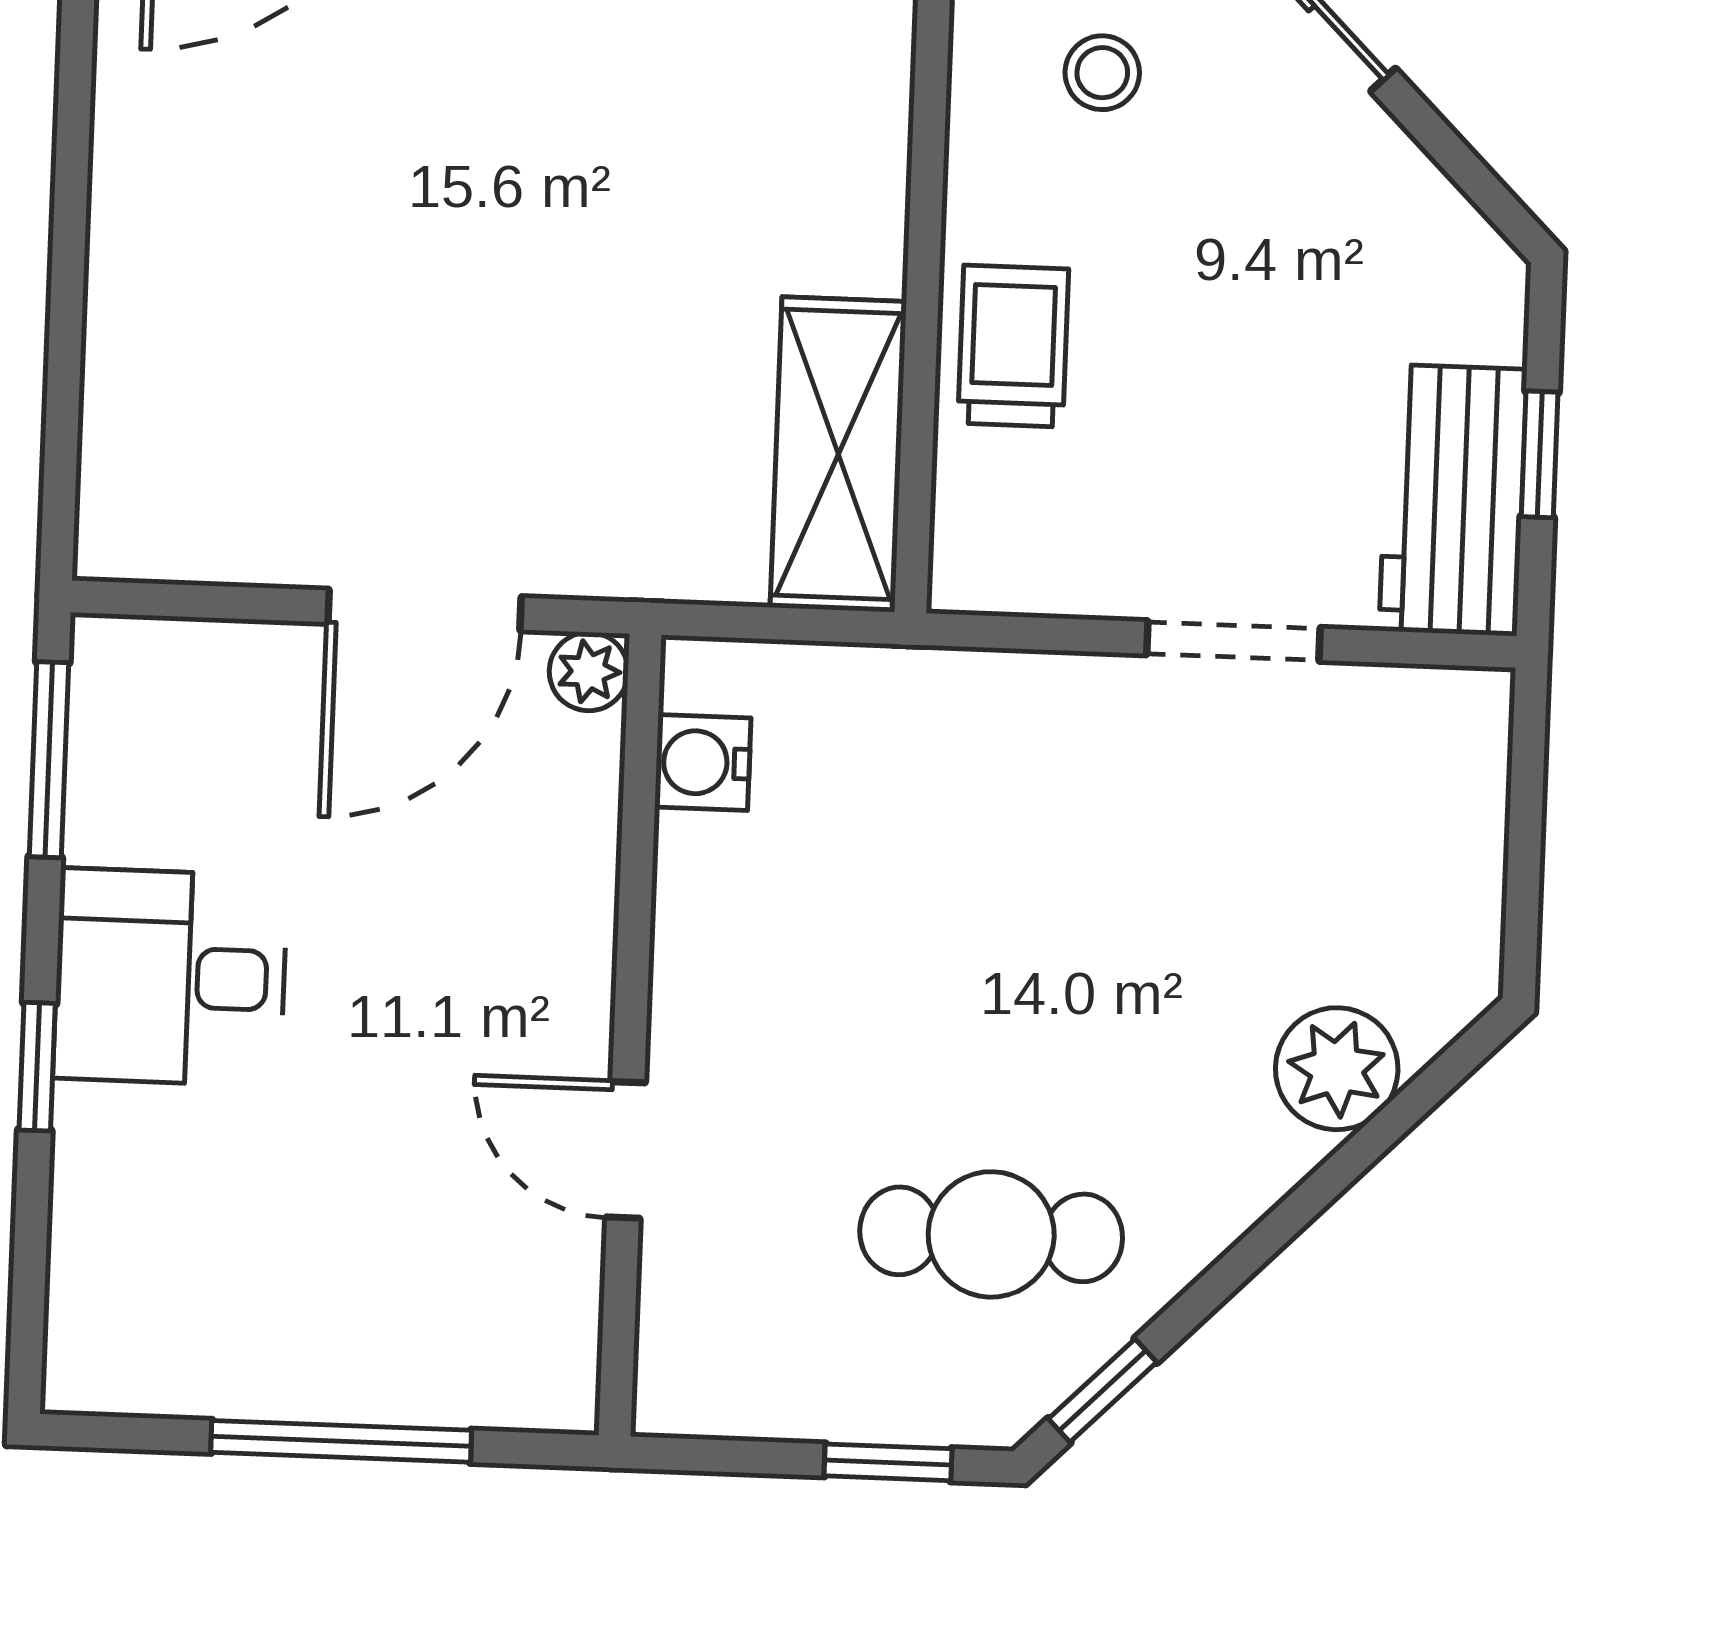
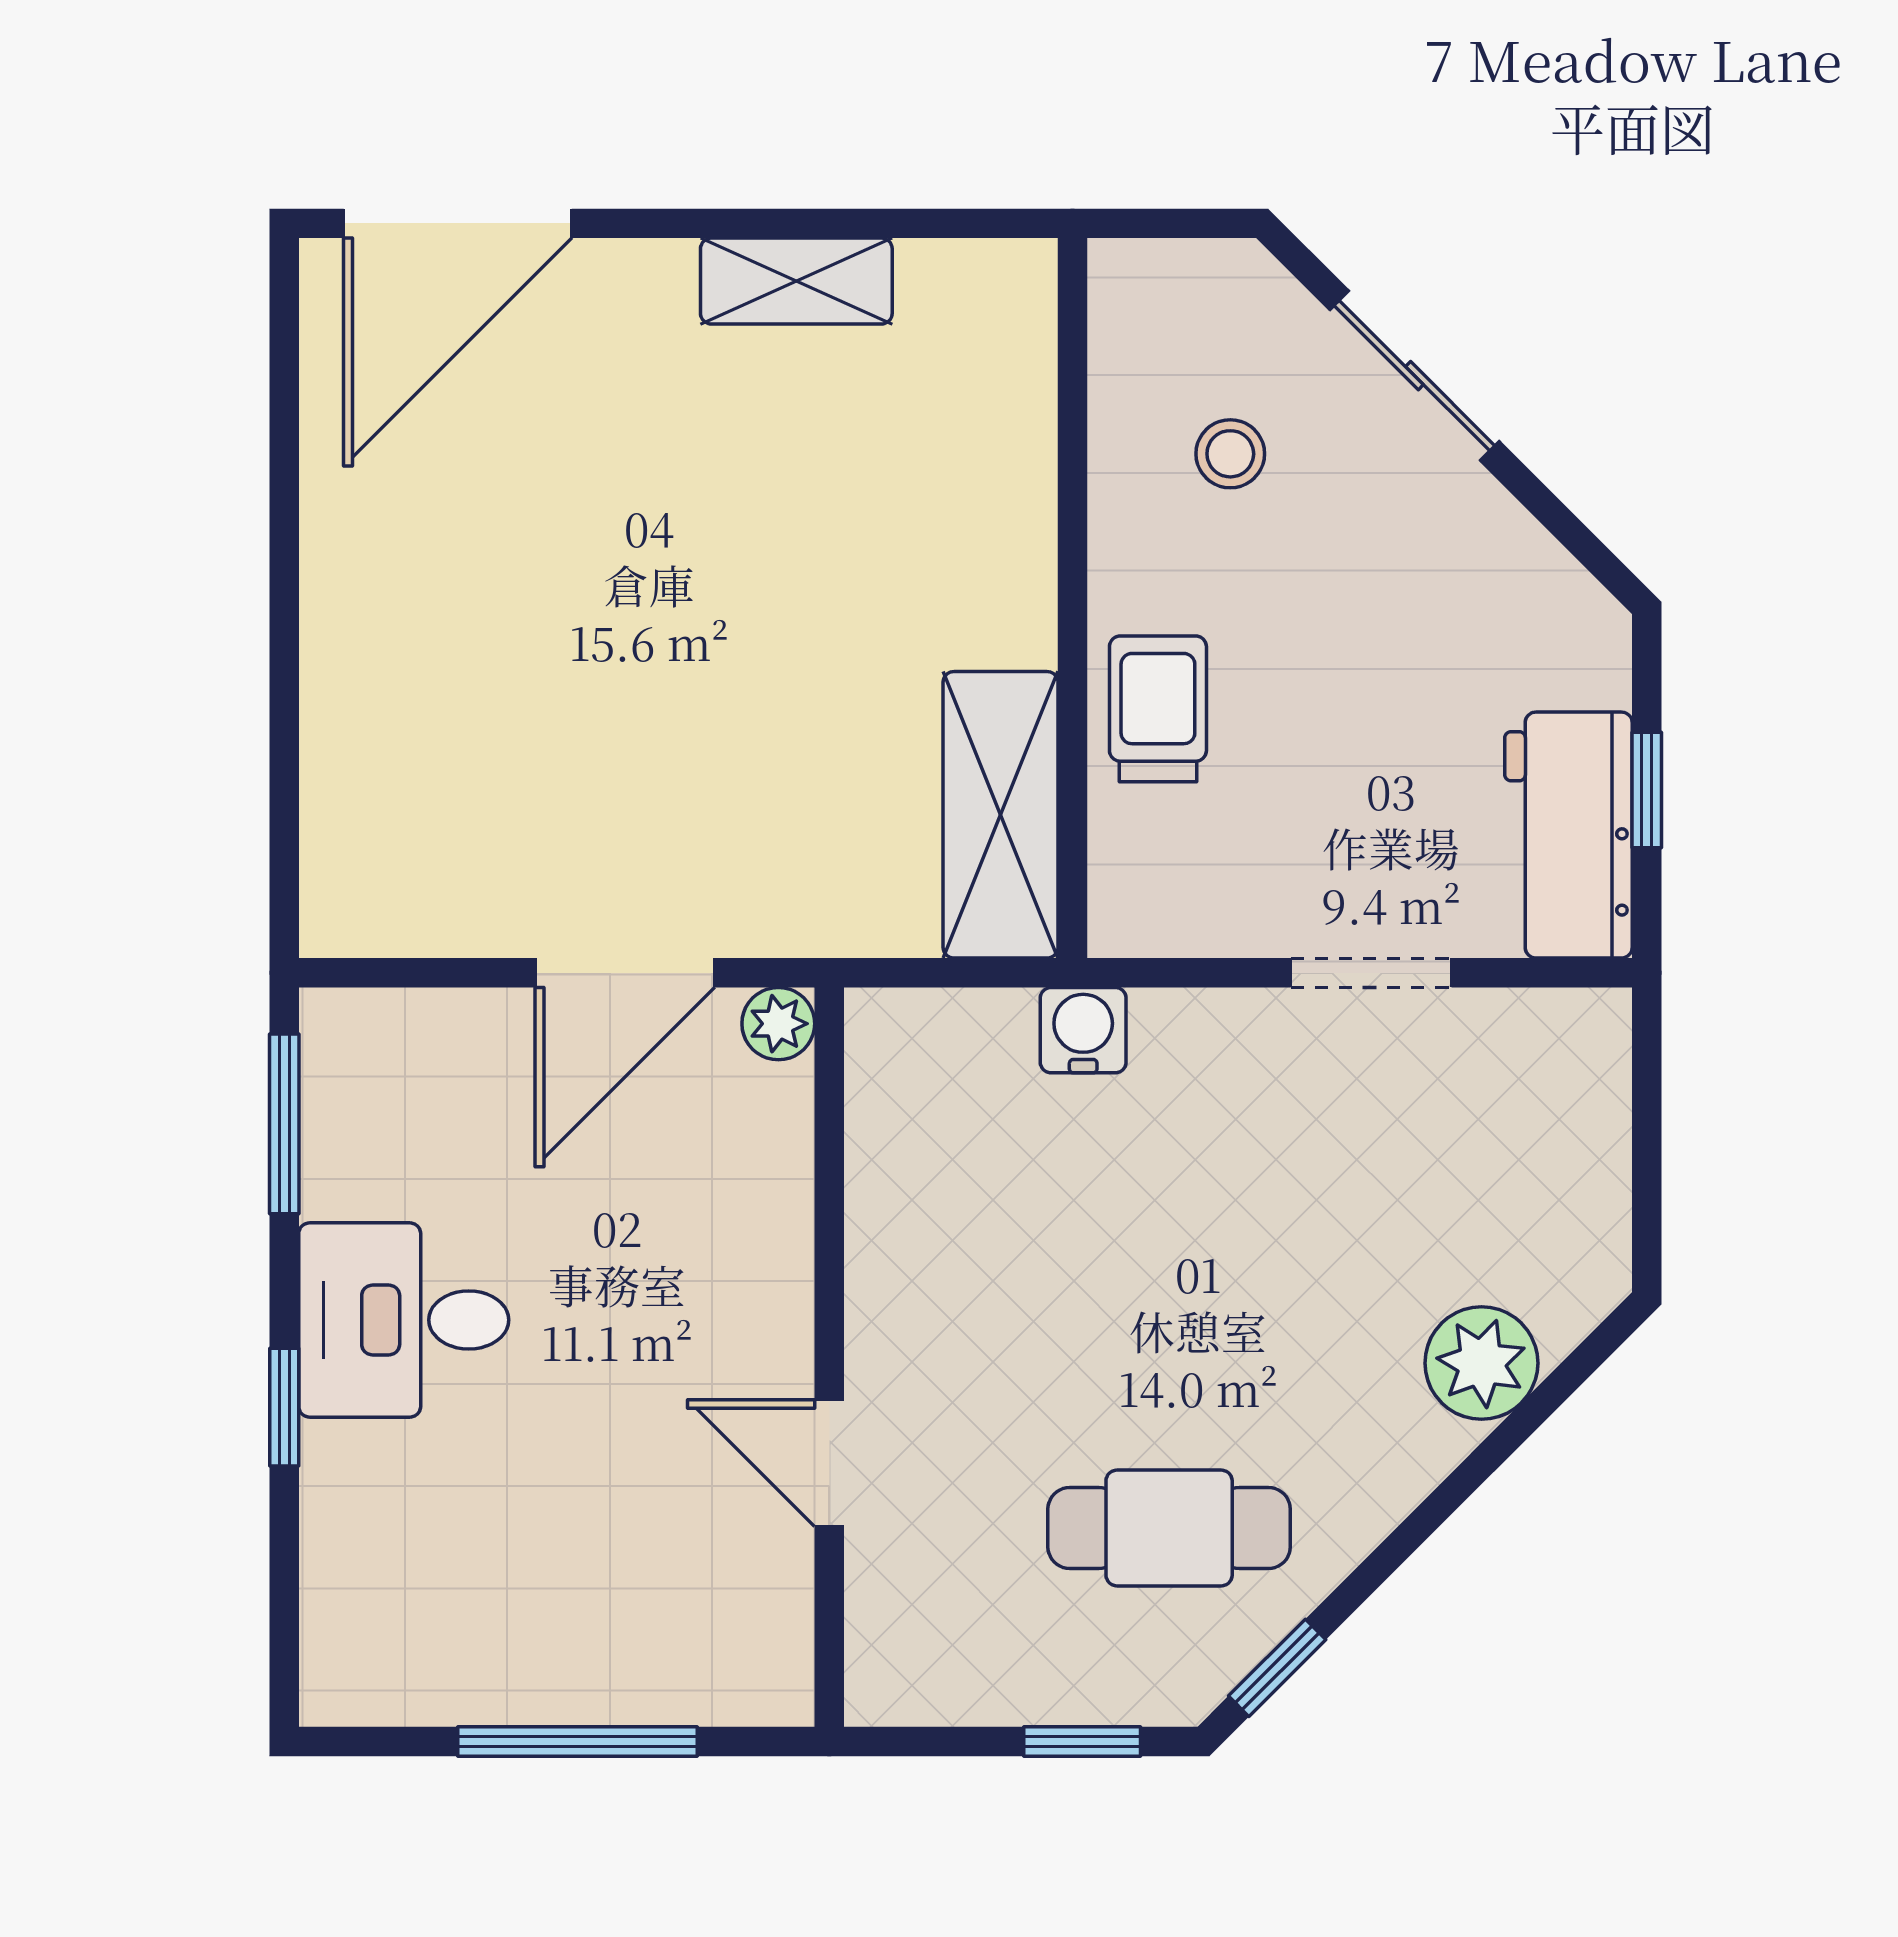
water cooler: (703, 763) -> (1083, 1030), moved, turned 90

